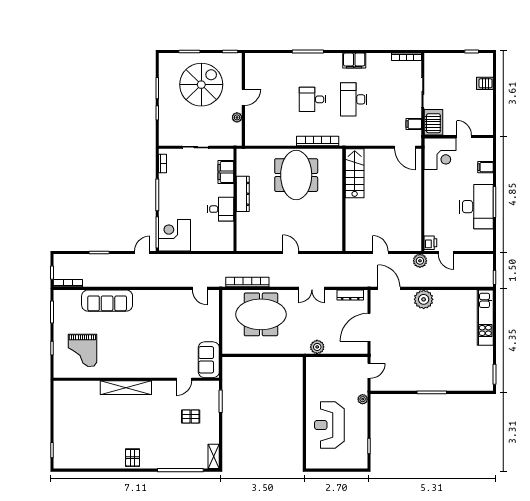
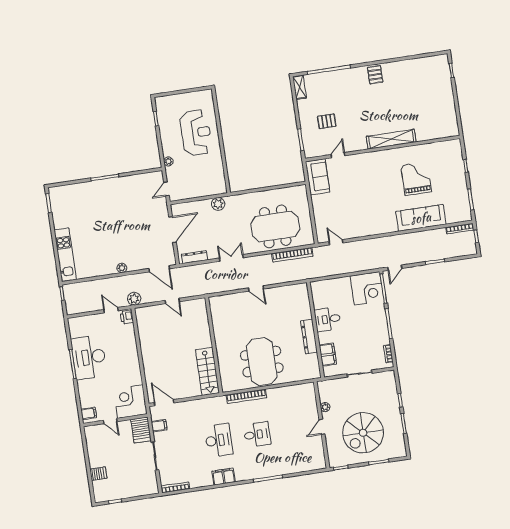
filing cabinet: (486, 167) -> (89, 413), moved
plant: (424, 299) -> (122, 268), width x0.53, depth x0.53
grand piano: (82, 350) -> (416, 179), moved

